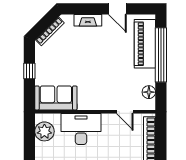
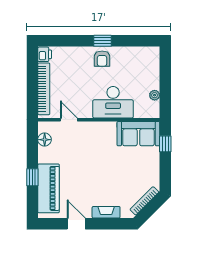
window: (161, 55) -> (32, 177), width x0.32
window: (29, 71) -> (165, 144), moved
plant: (44, 131) -> (155, 95), width x0.53, depth x0.53

